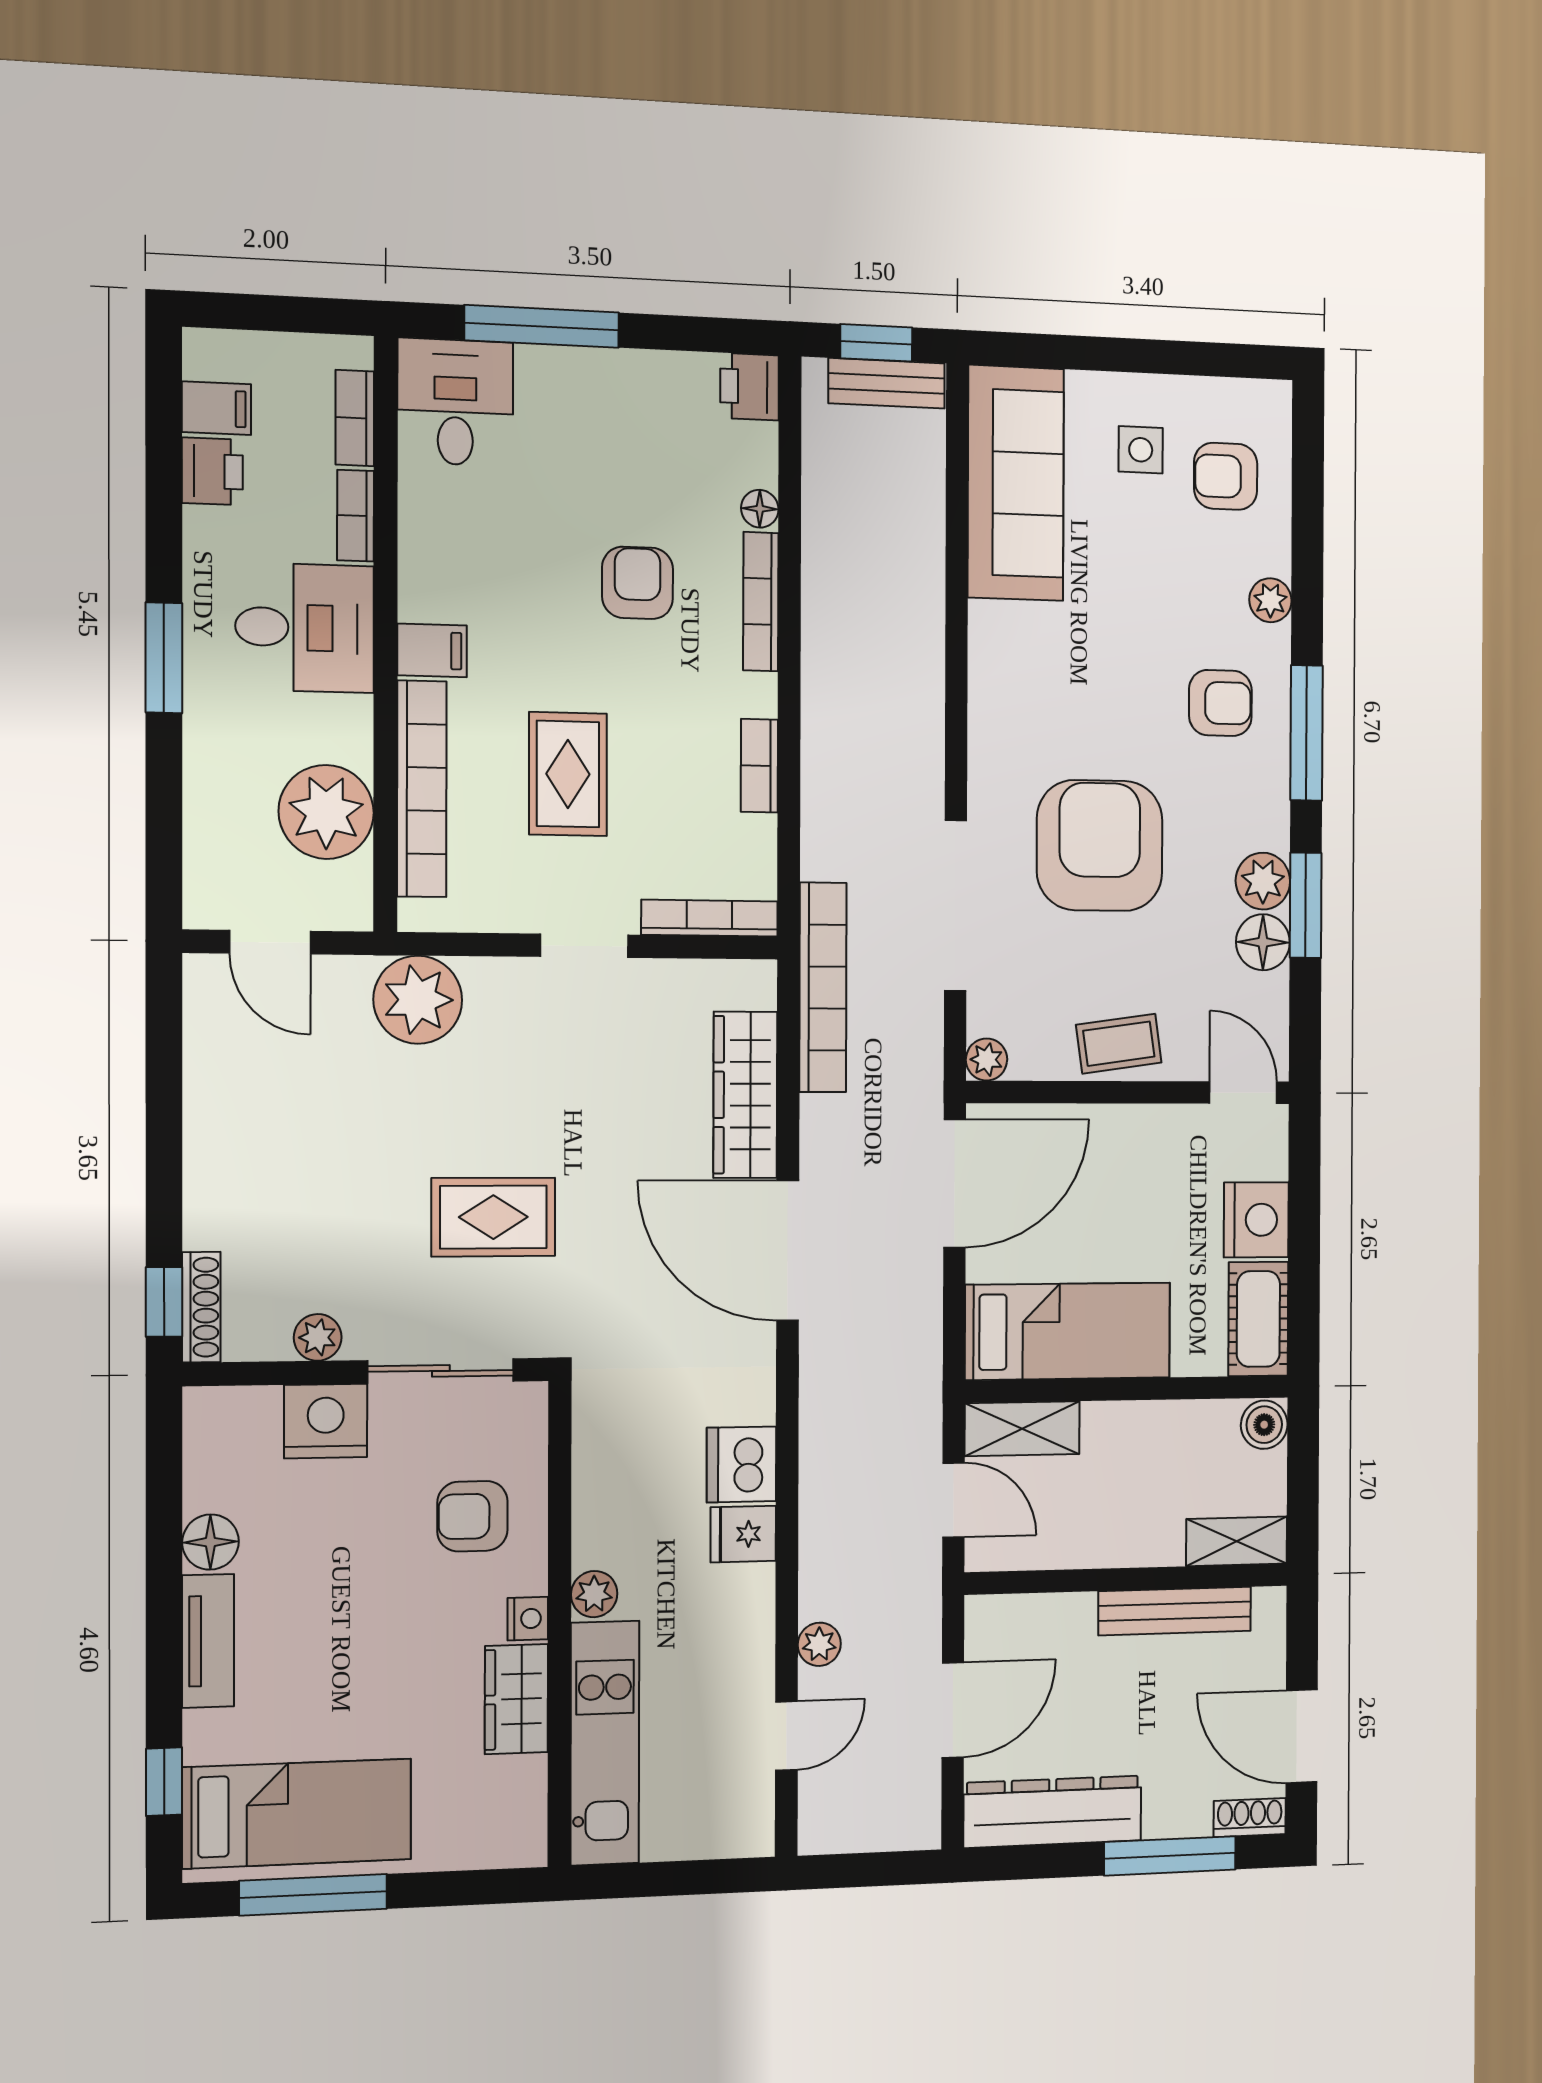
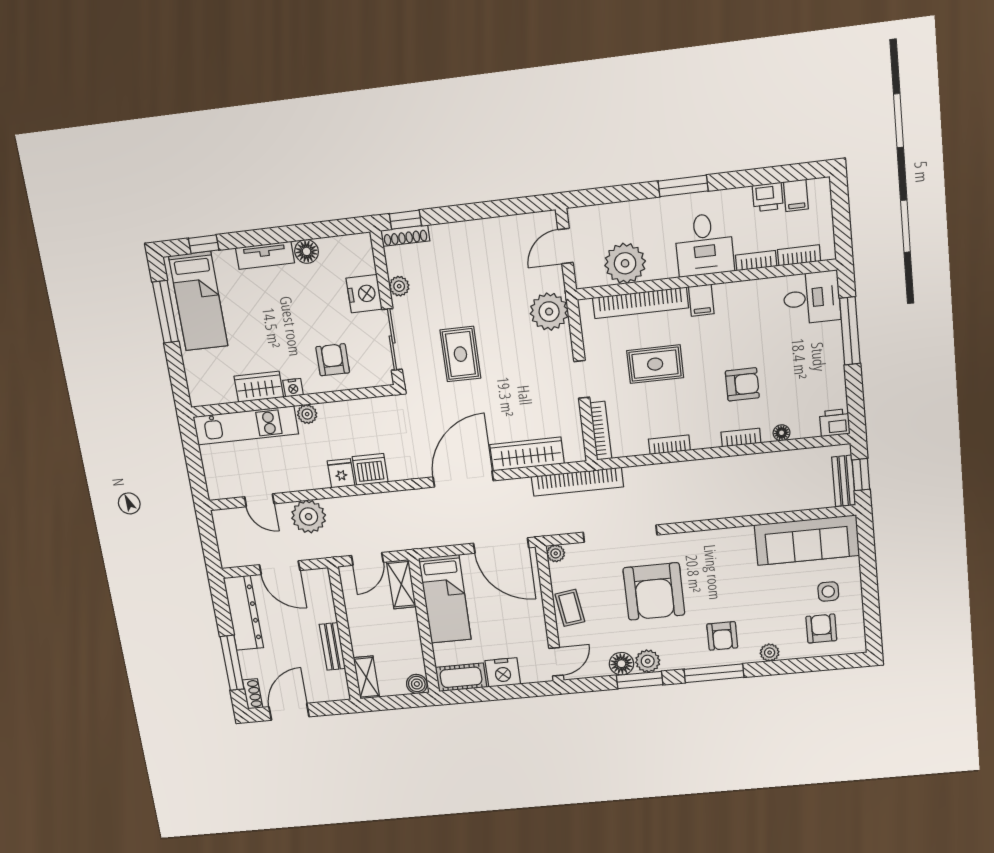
bookcase: (761, 602) -> (741, 438), width x0.64
armchair: (1100, 846) -> (654, 591), turned 90
bench: (1175, 1611) -> (332, 646), width x0.73
plant: (819, 1644) -> (309, 517), width x1.88, depth x1.88

